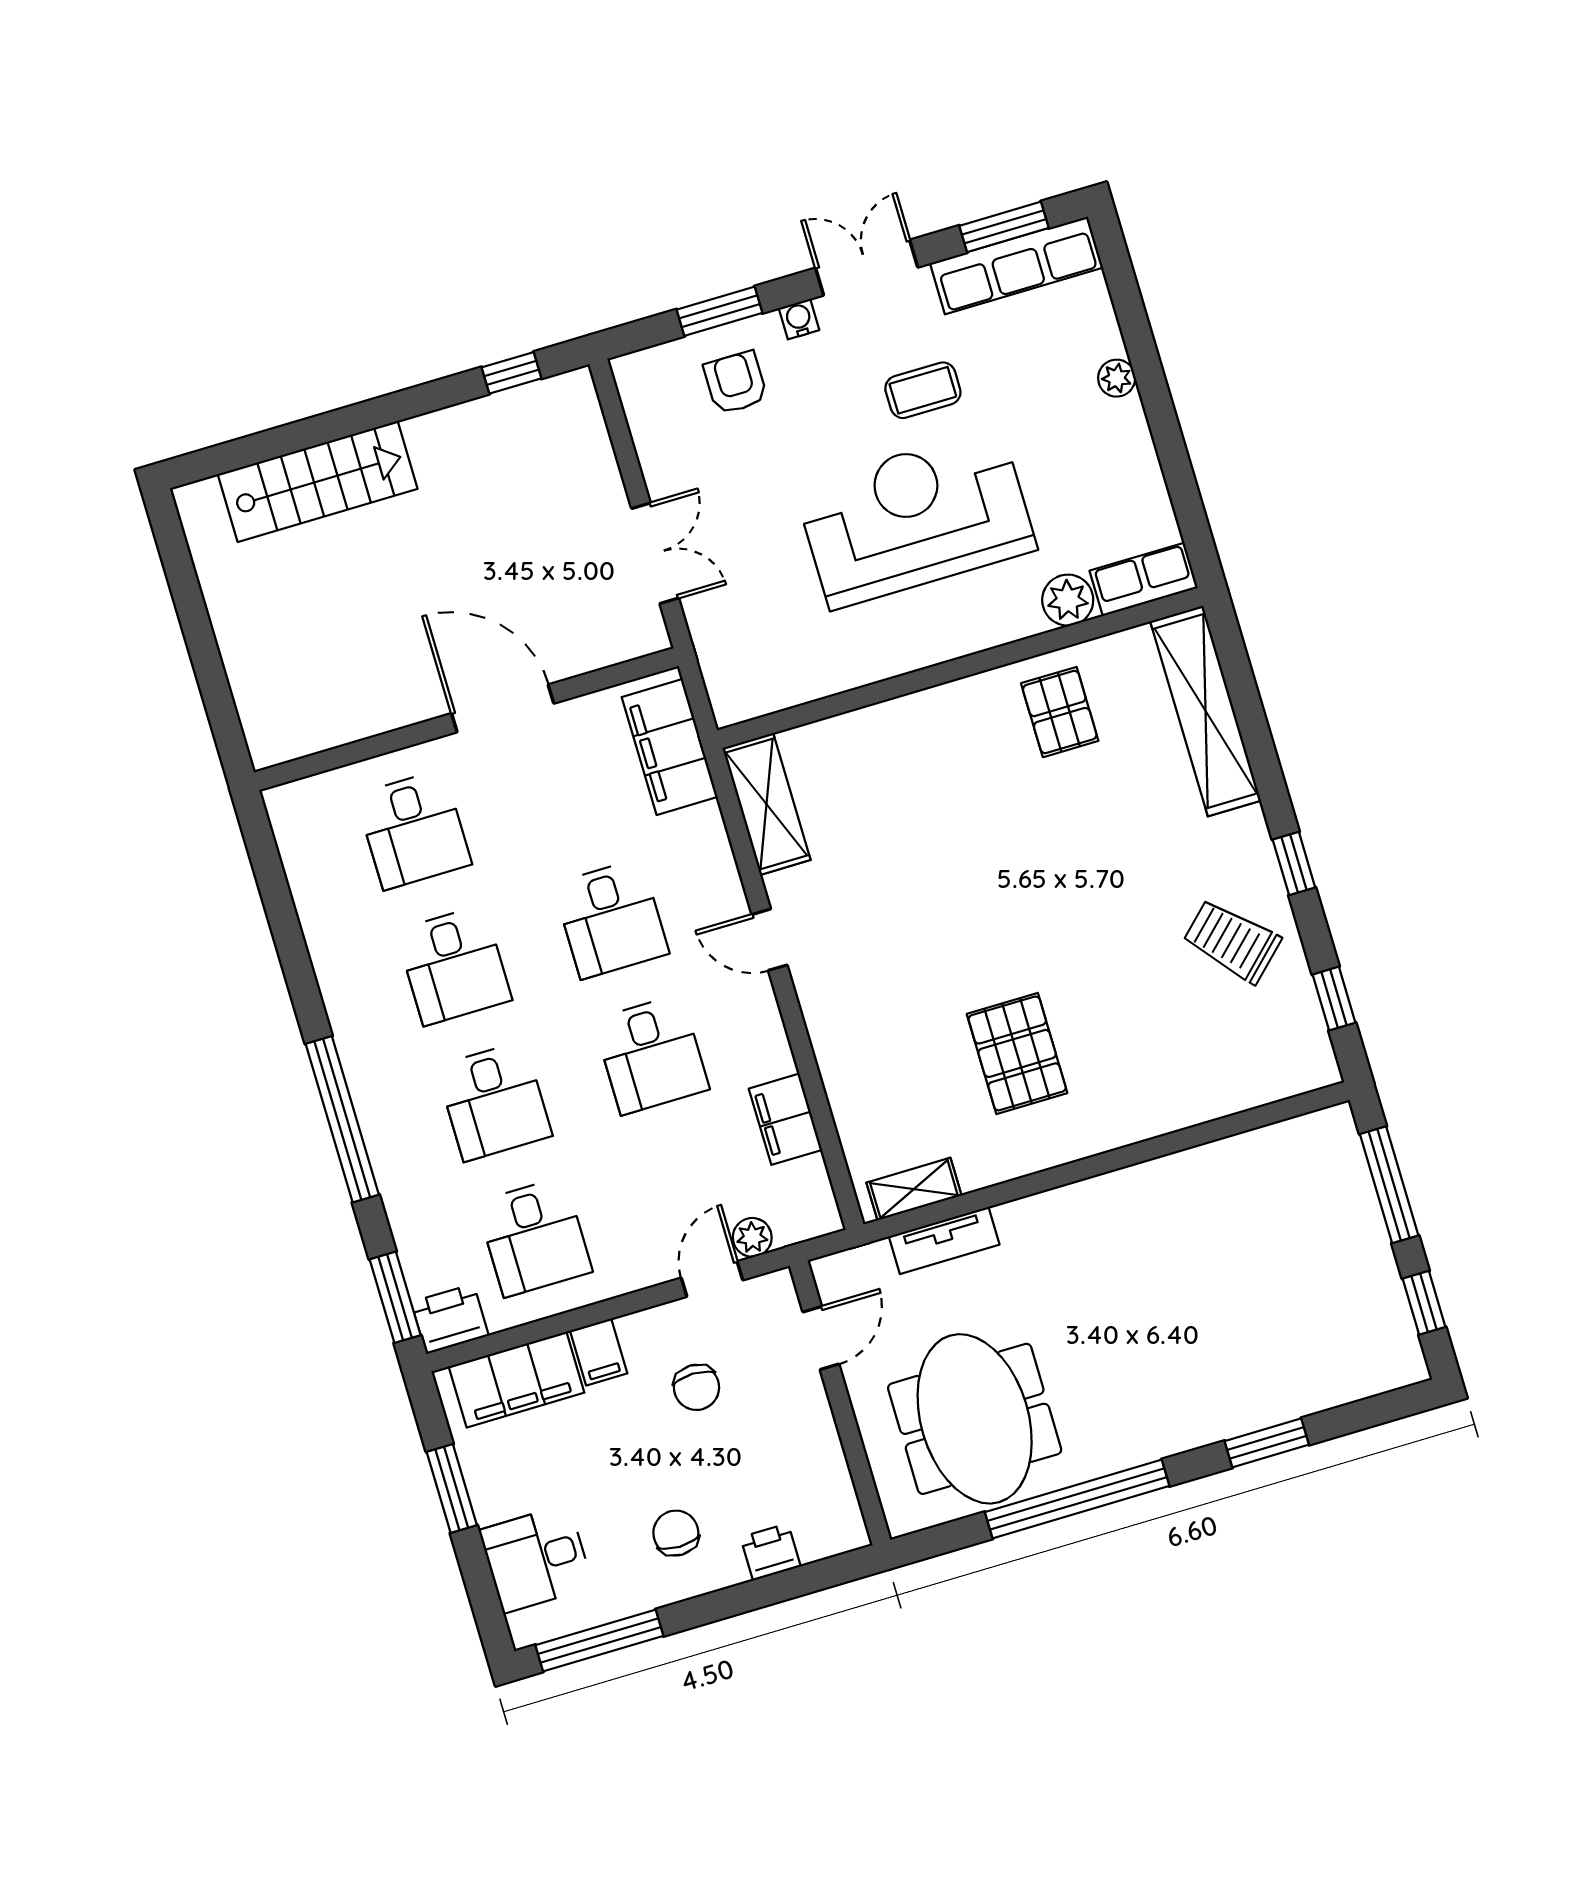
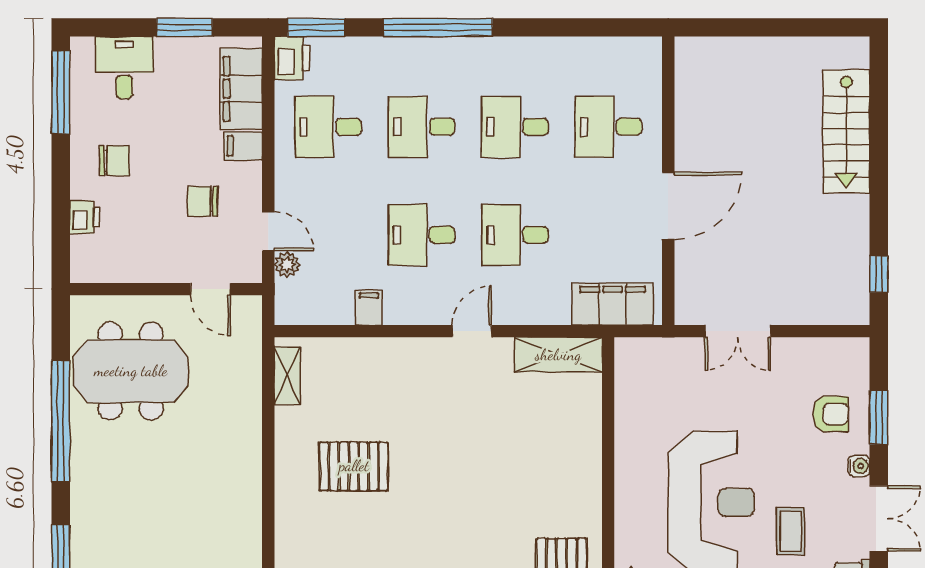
filing cabinet: (785, 1119) -> (369, 308), width x0.50
tv unit: (944, 1240) -> (249, 385), removed

